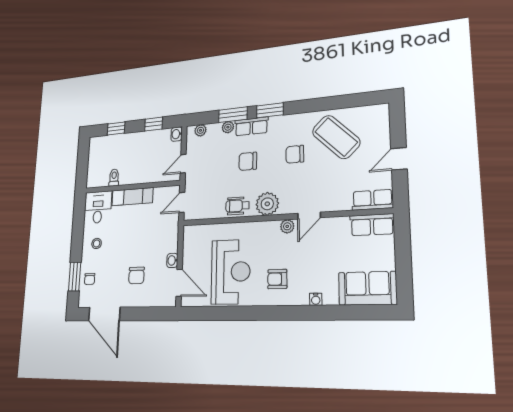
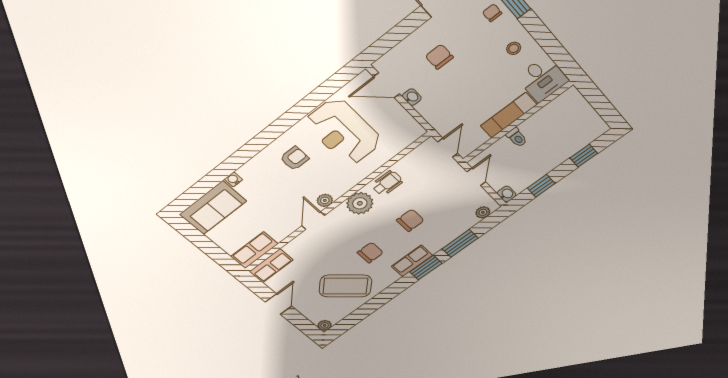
row of seats: (251, 126) -> (412, 261), moved
plant: (228, 127) -> (325, 325), moved
toilet: (114, 178) -> (517, 137), moved
water cooler: (316, 299) -> (233, 179), moved

